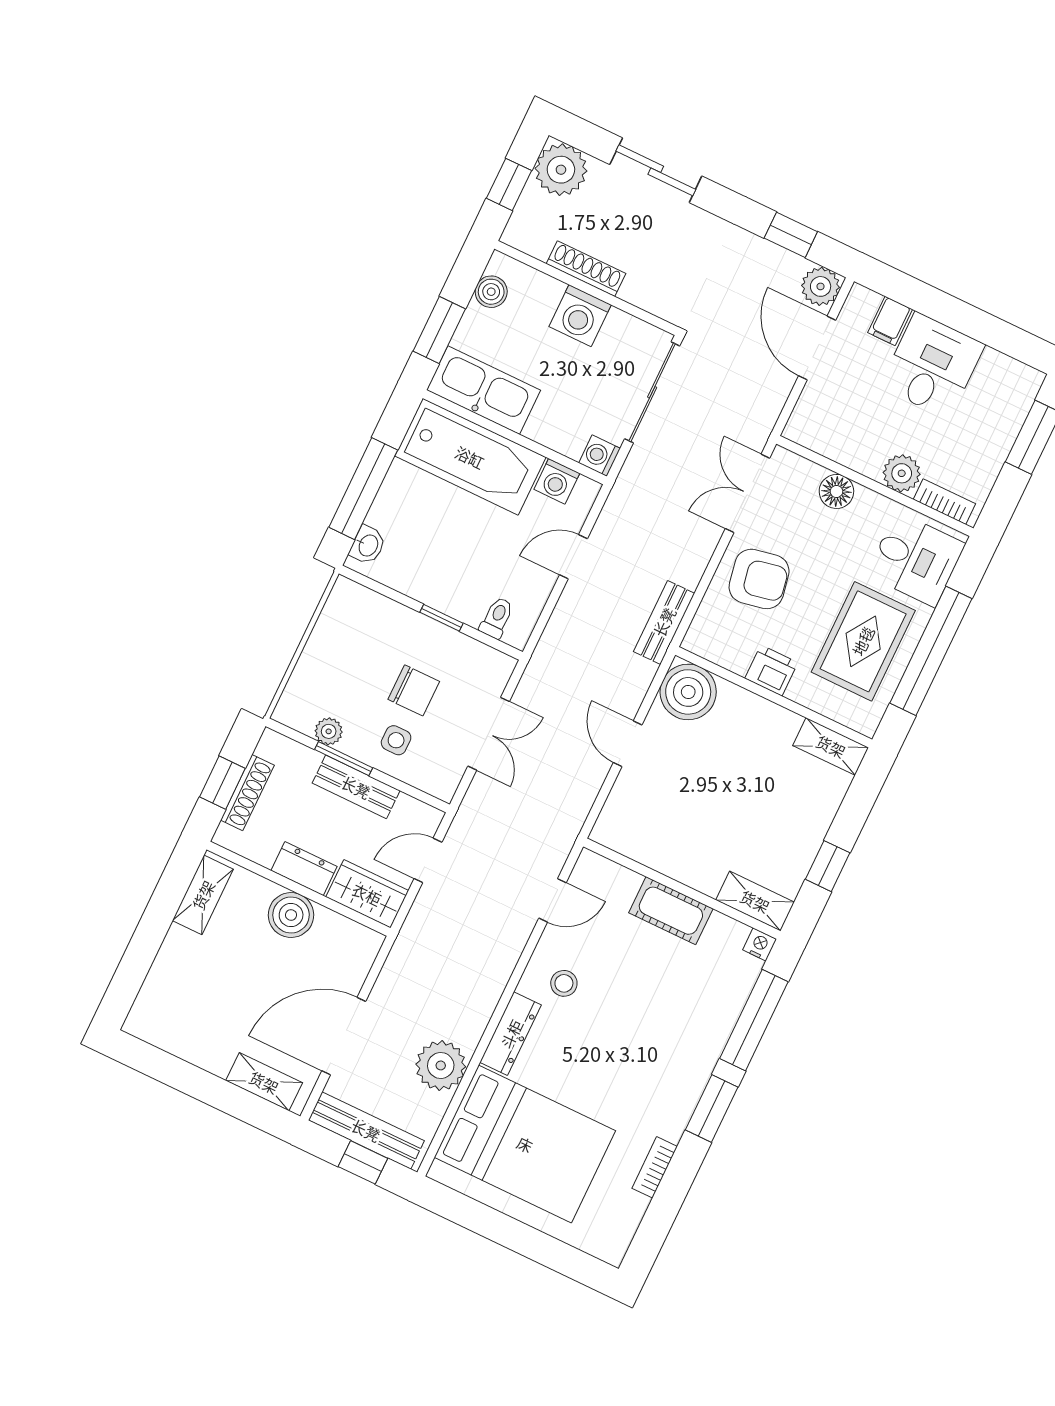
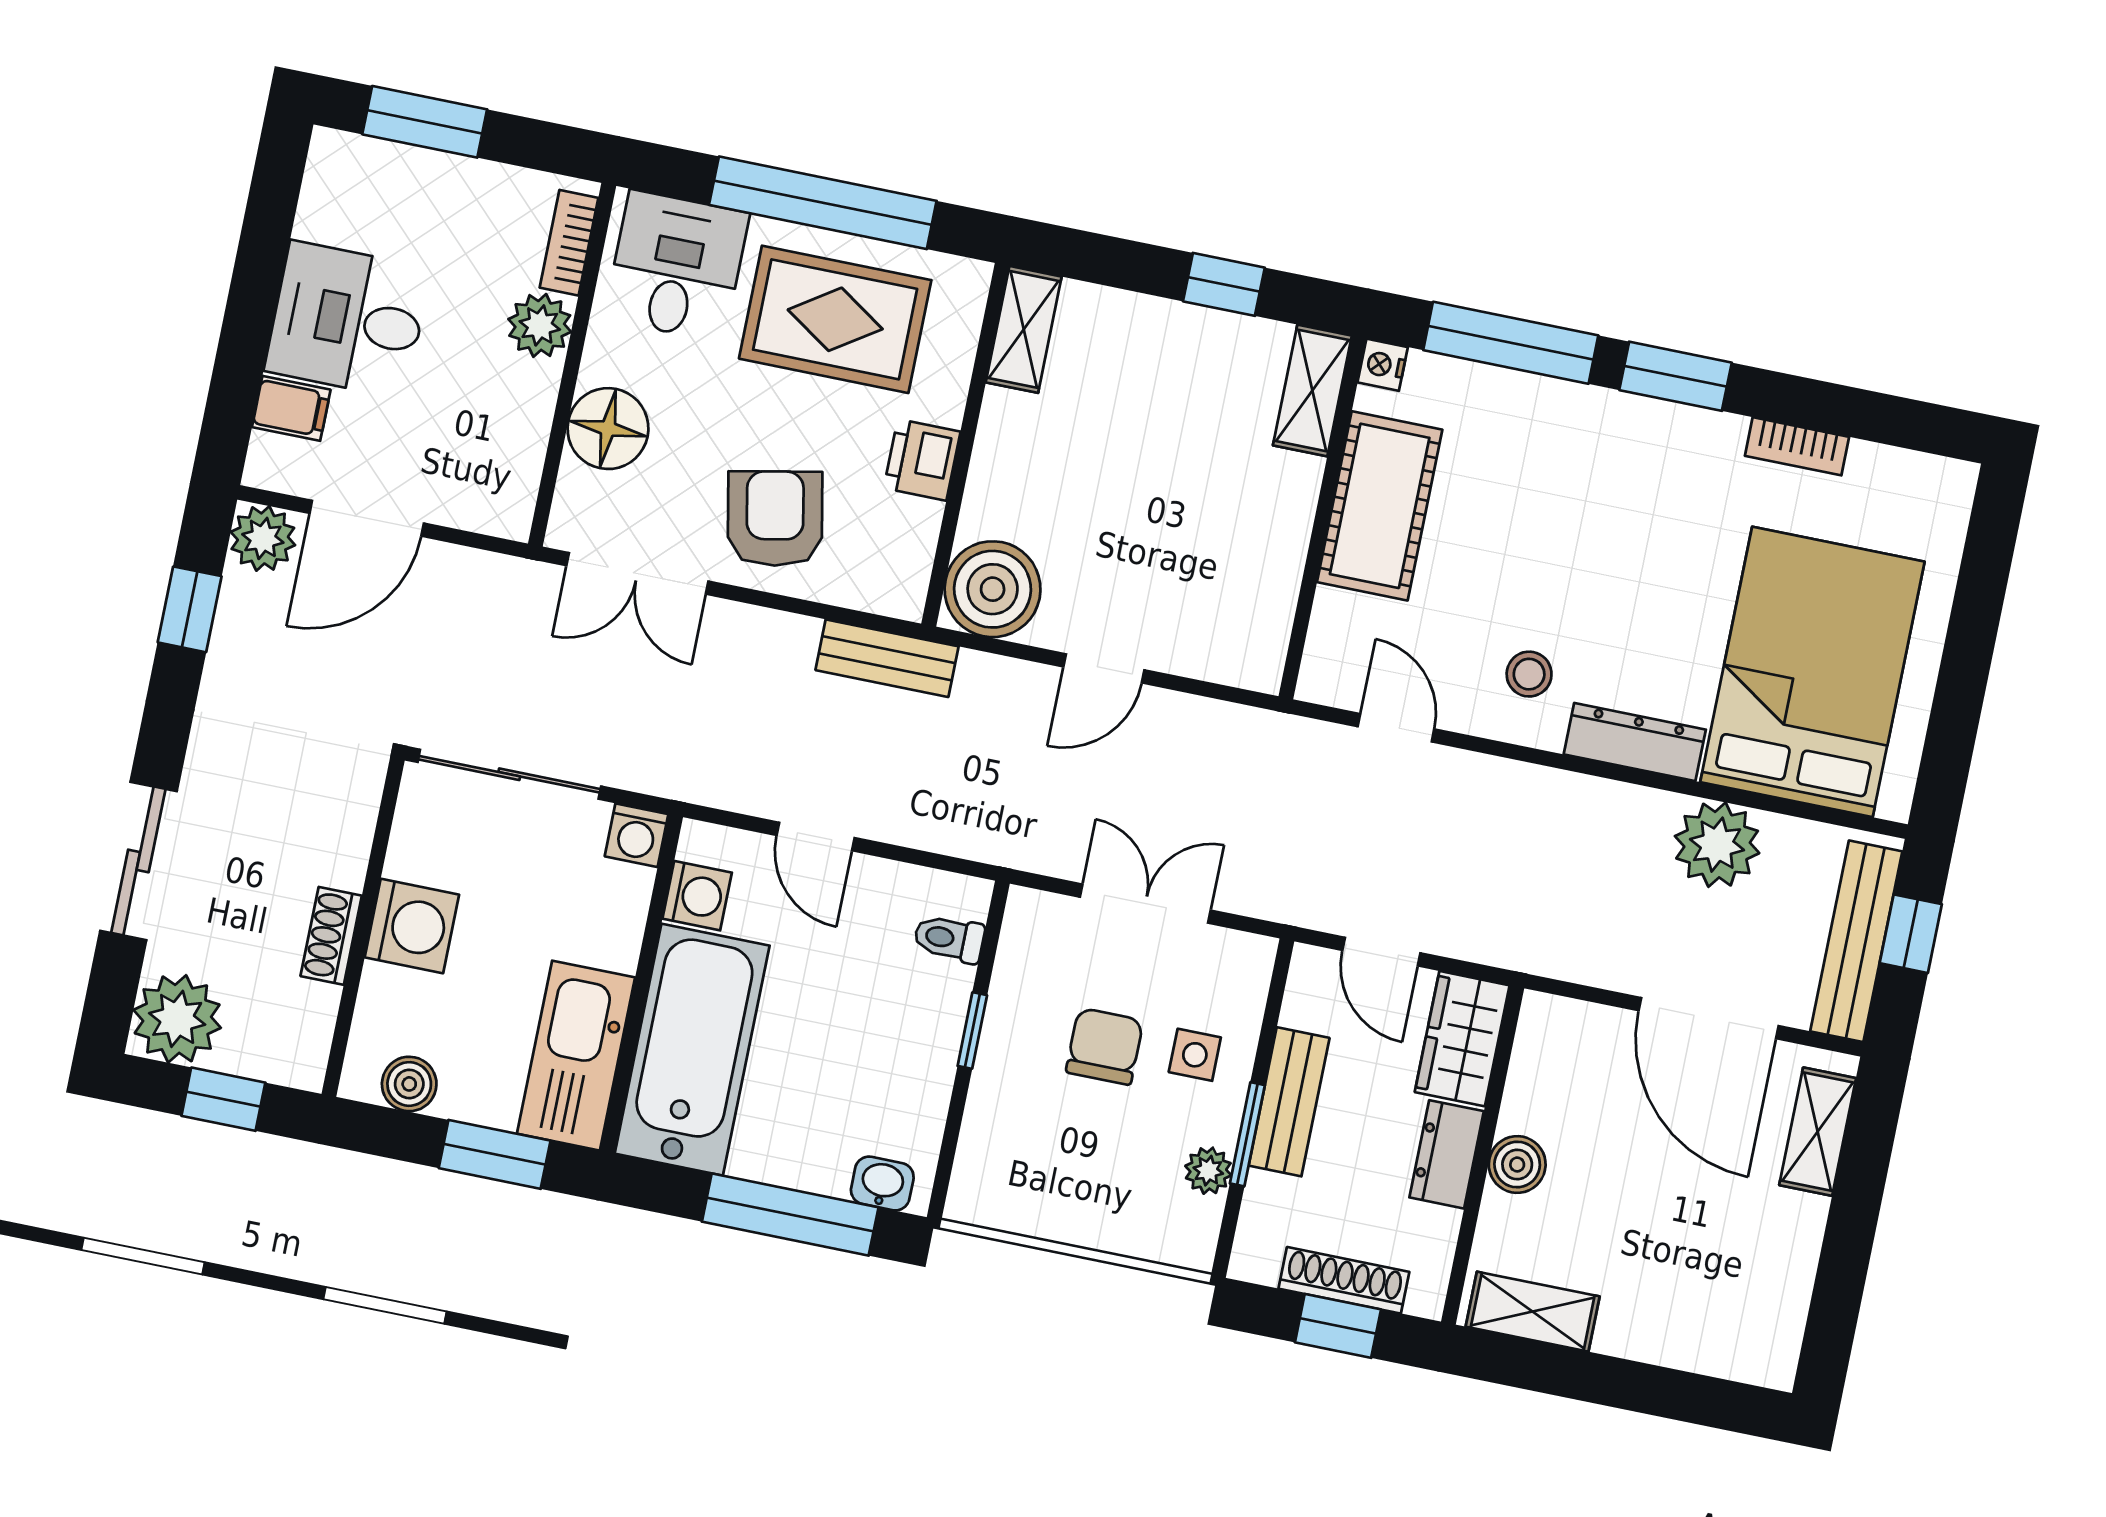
shoe rack: (586, 269) -> (331, 936), width x0.70
floor lamp: (836, 491) -> (608, 429), width x1.38, depth x1.38
cot: (671, 911) -> (1380, 506), width x1.37, depth x1.34
boiler: (291, 915) -> (1517, 1165), width x0.73, depth x0.73

